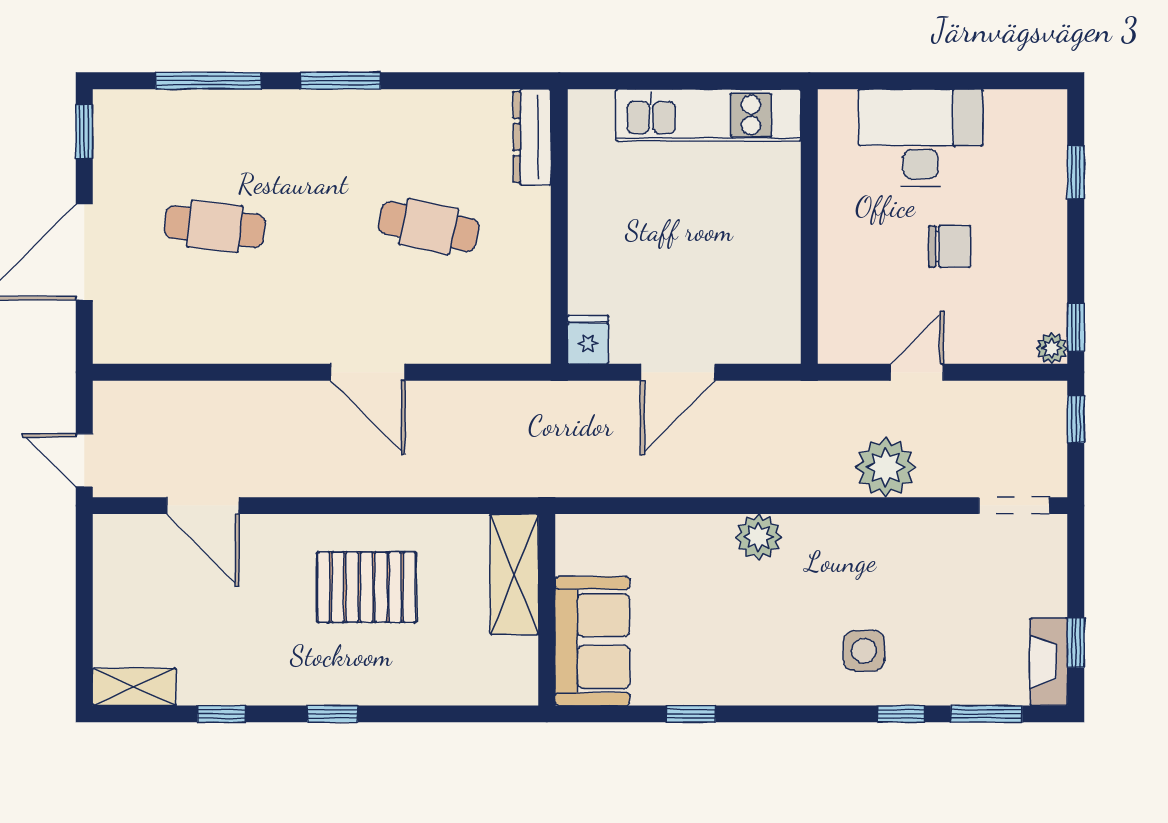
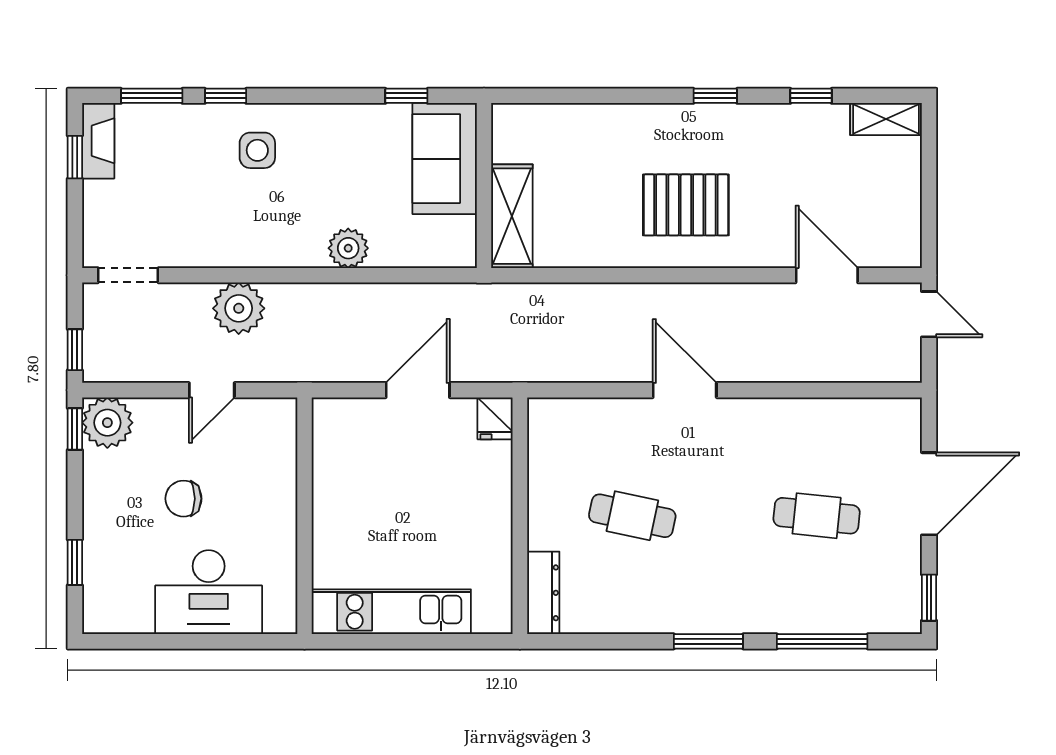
plant: (1052, 348) -> (107, 423), width x1.87, depth x1.87
shelving: (514, 574) -> (512, 216), moved
wall: (547, 610) -> (484, 186), moved
sofa: (592, 641) -> (445, 159), moved

